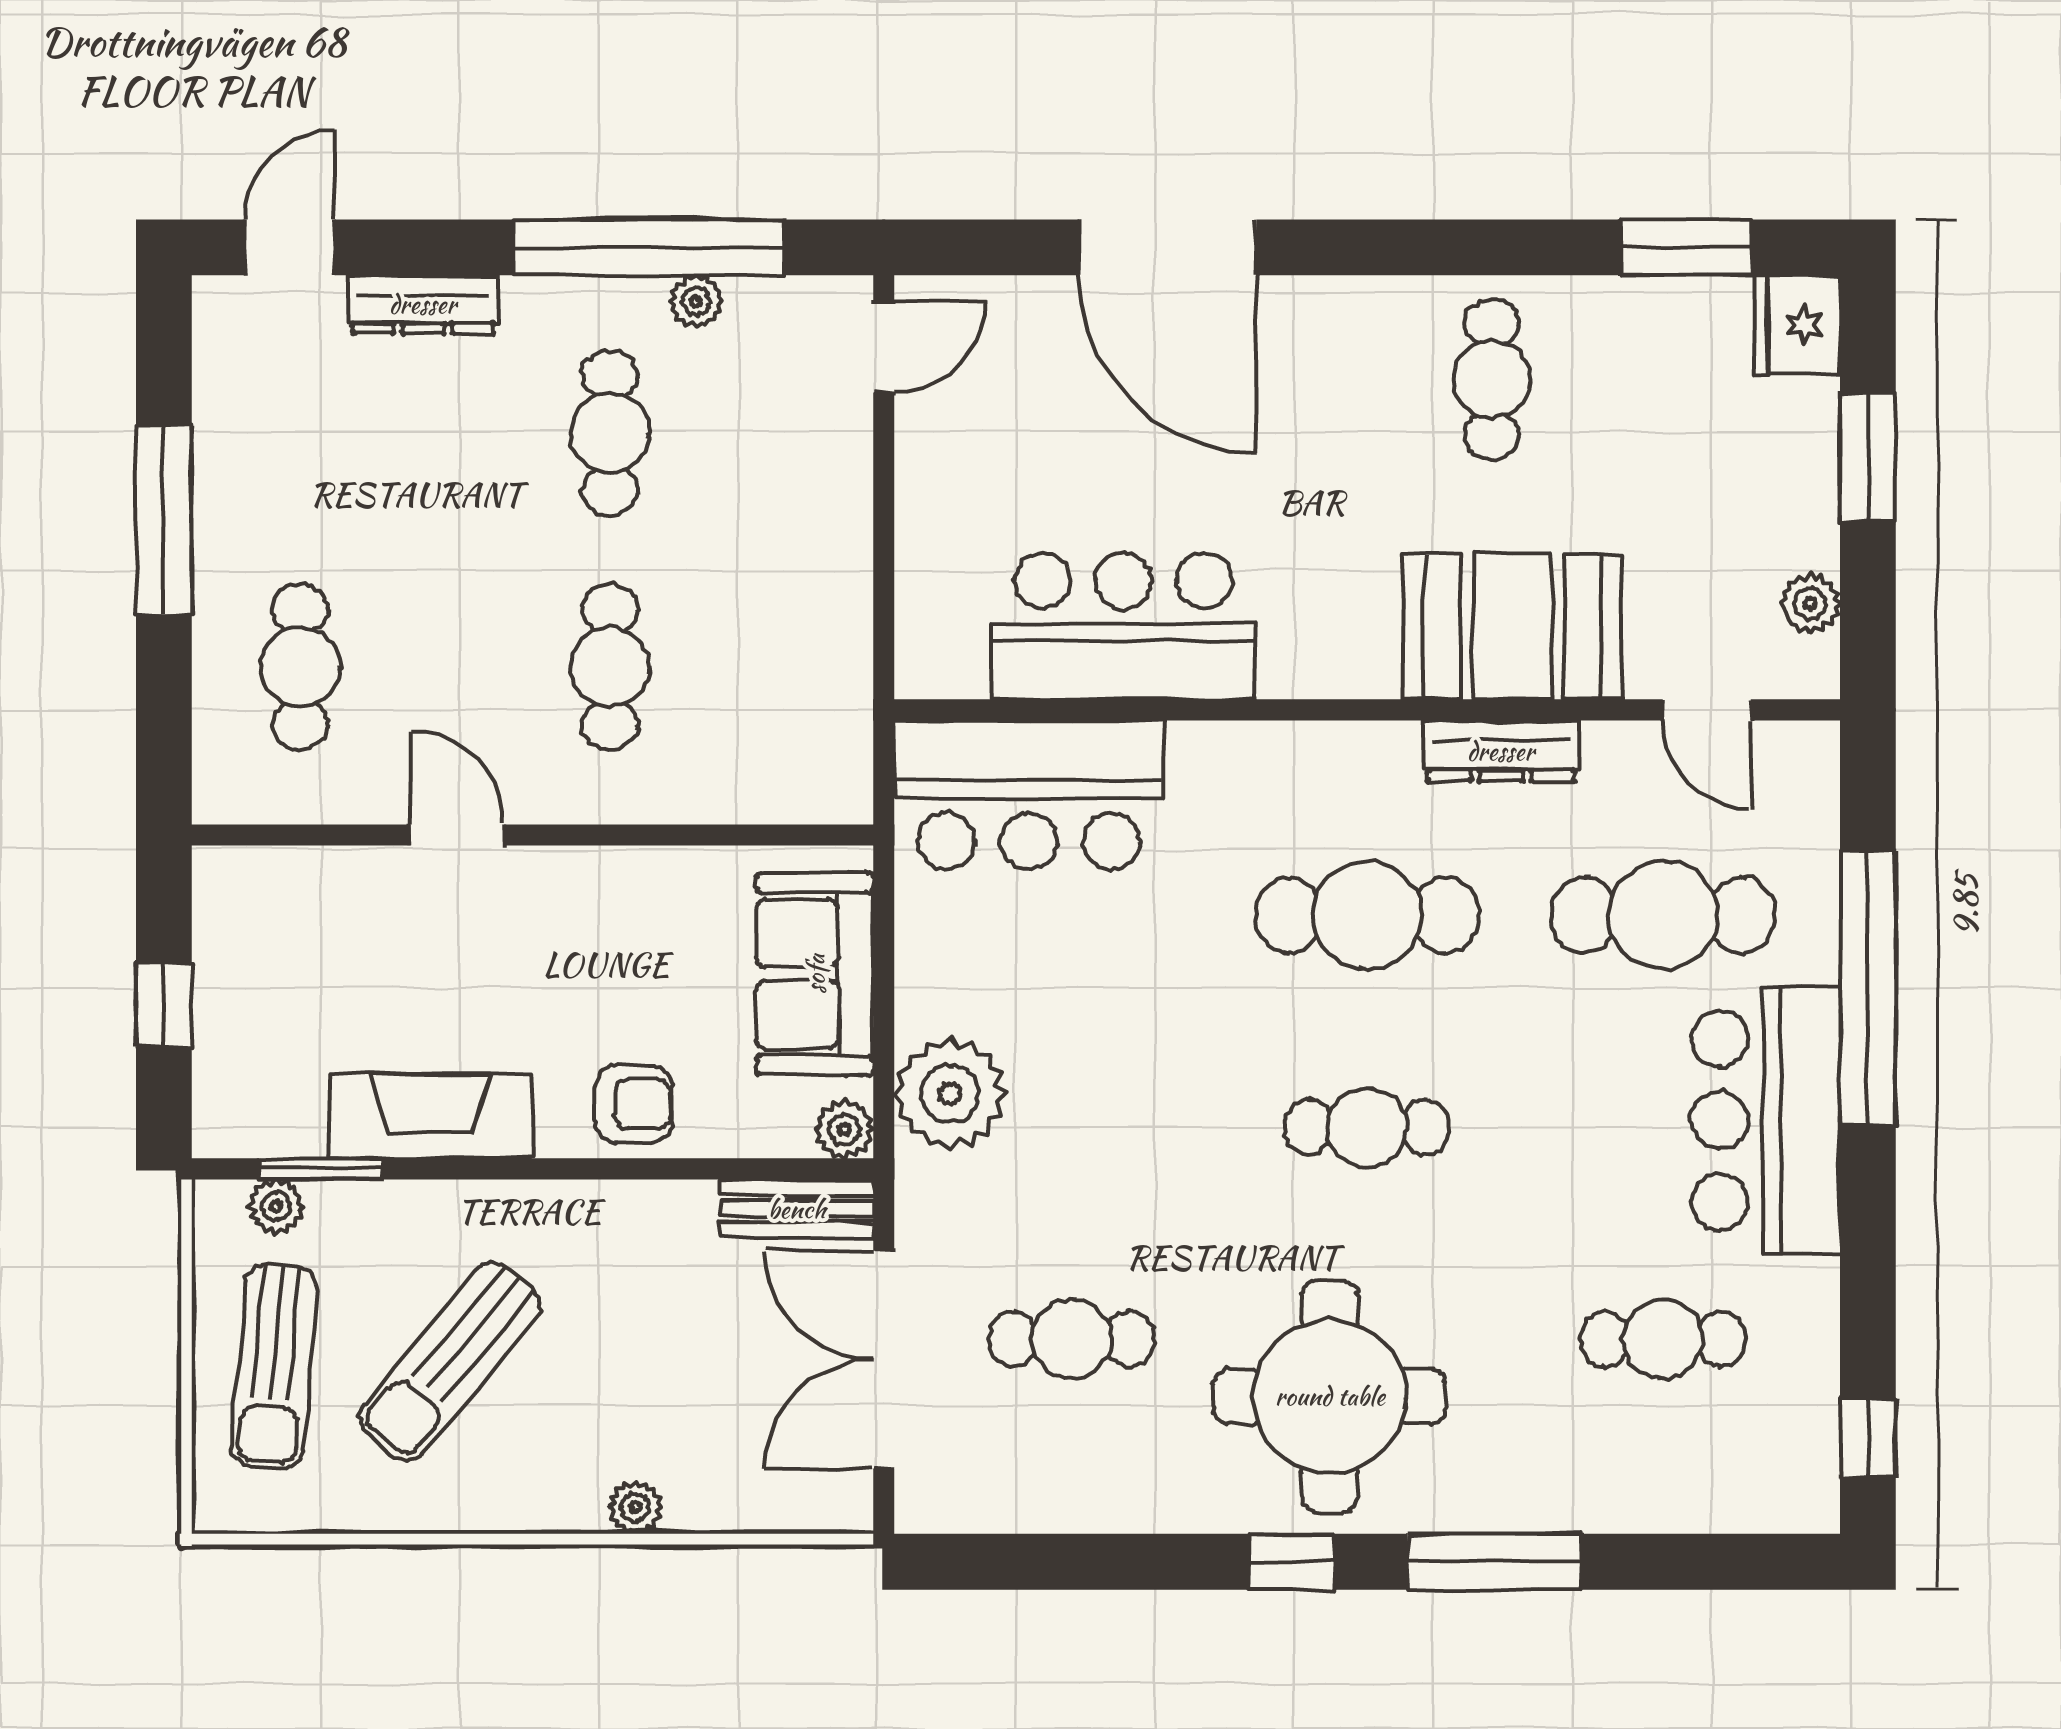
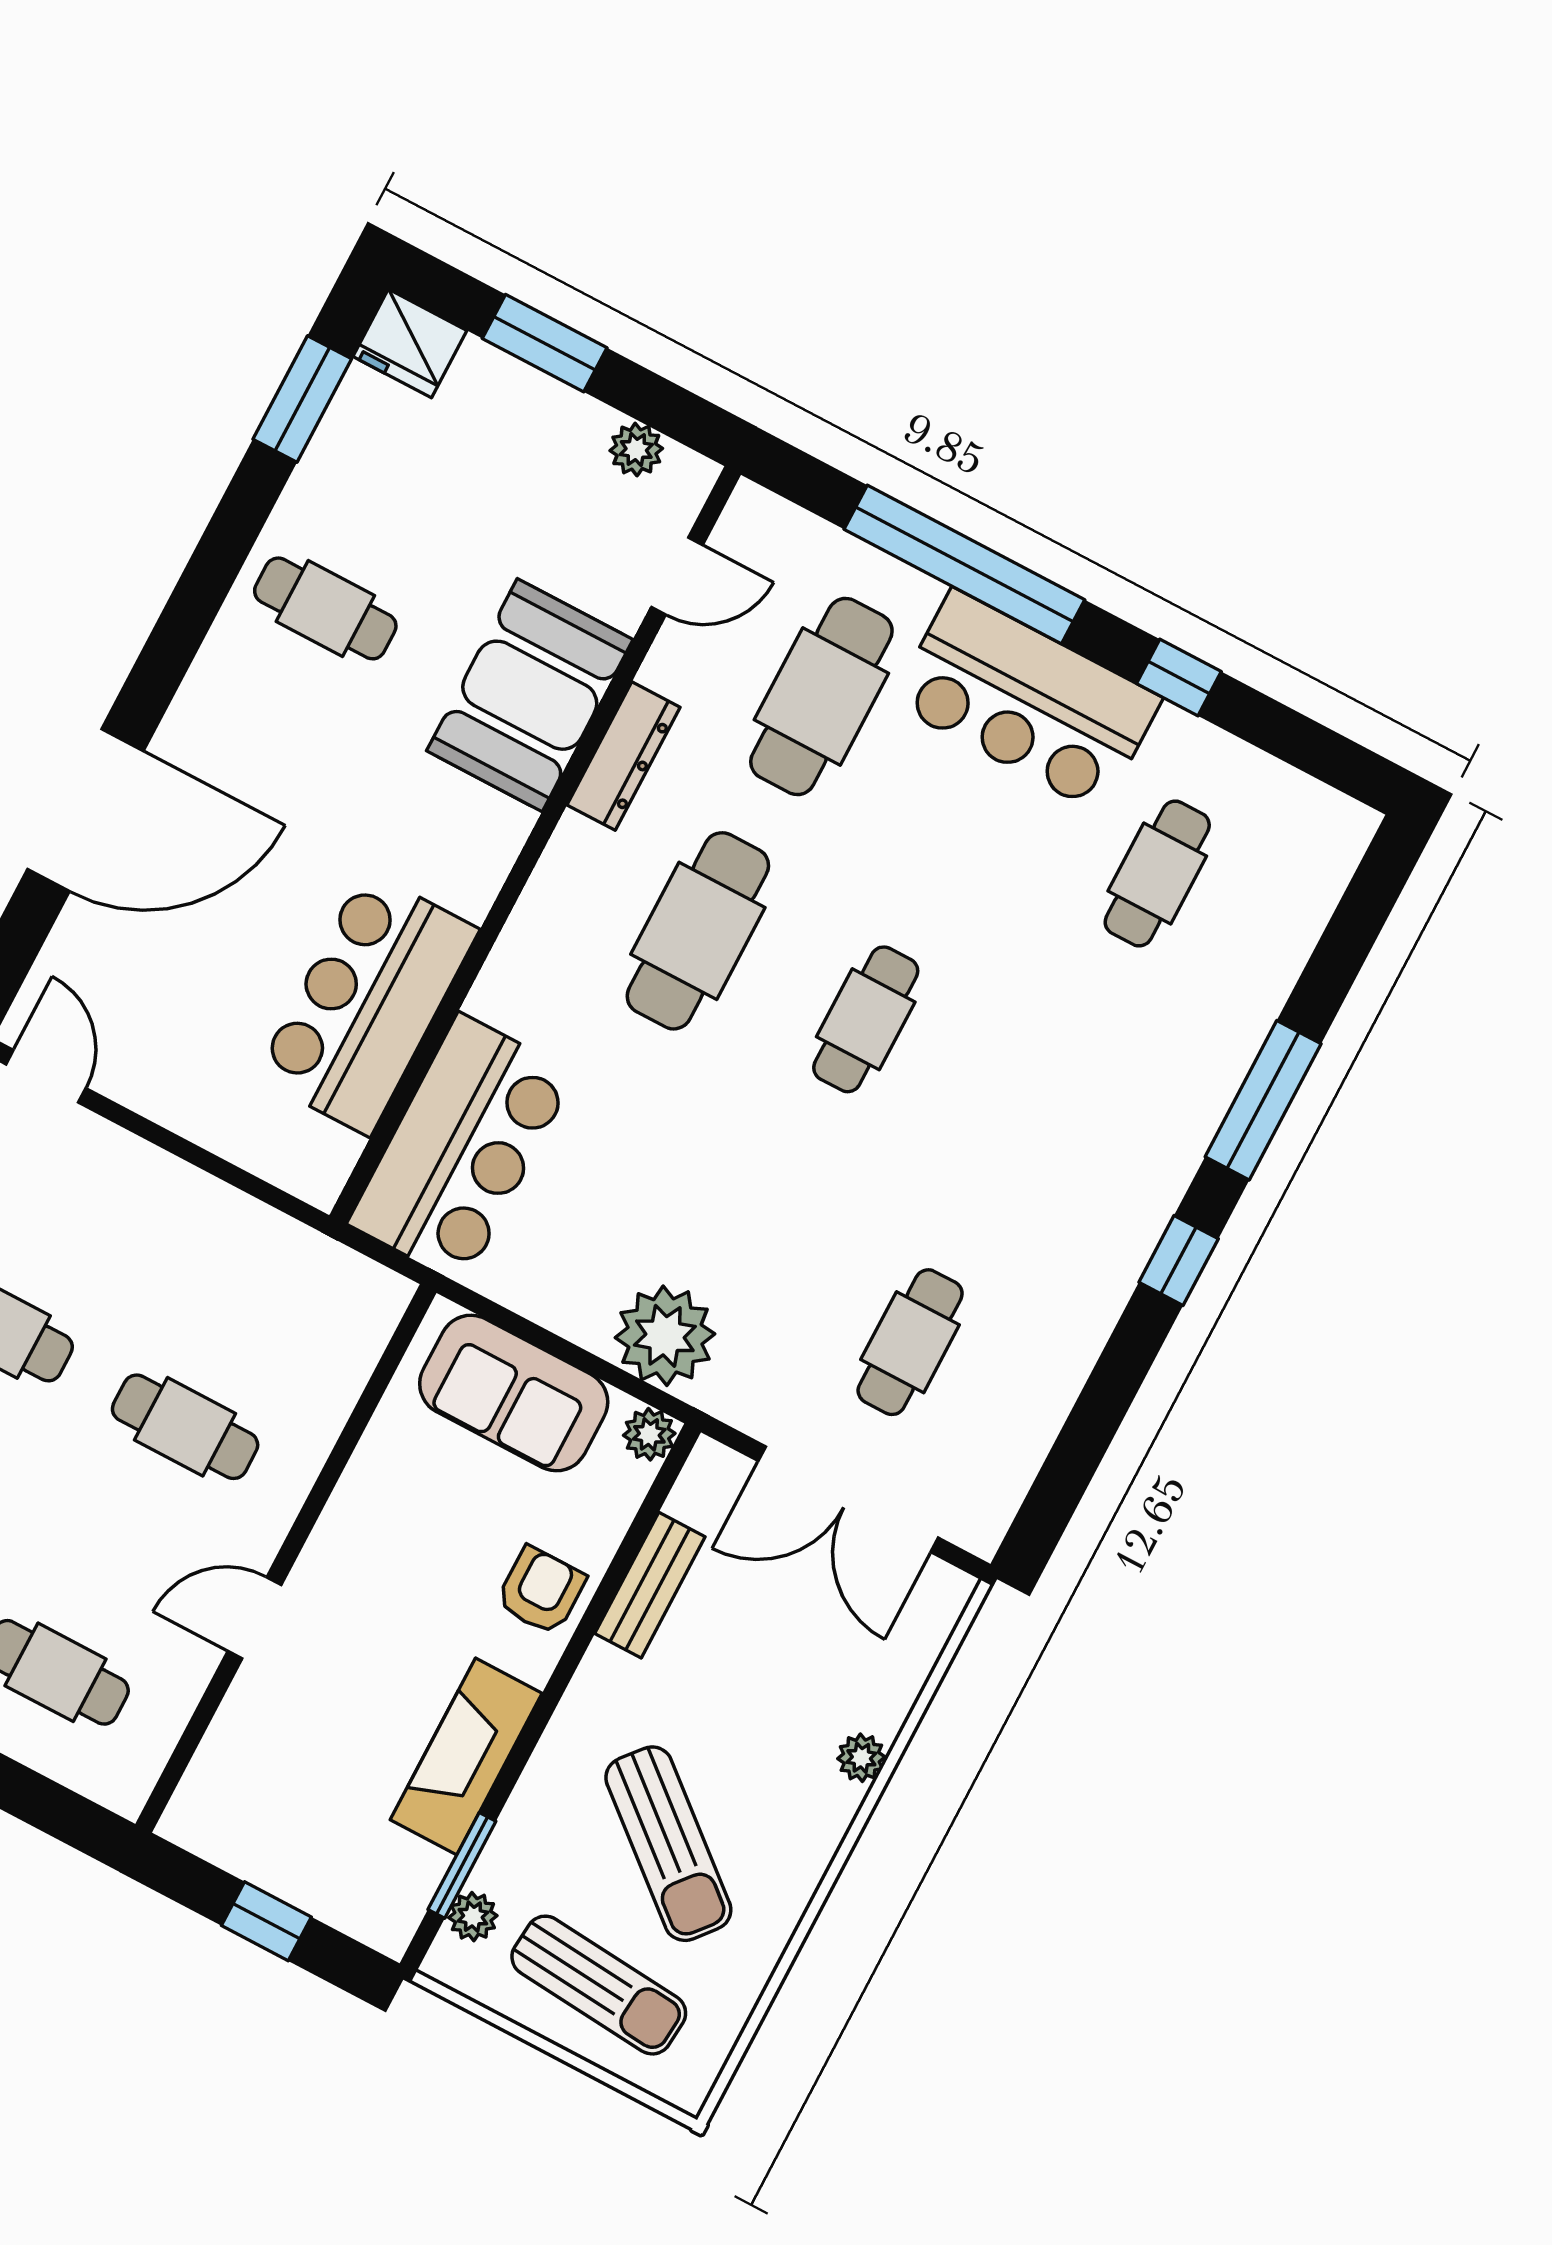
bench: (797, 1209) -> (650, 1585), moved
round table: (1330, 1396) -> (1063, 1161), removed
window: (1868, 1438) -> (1179, 678), moved

